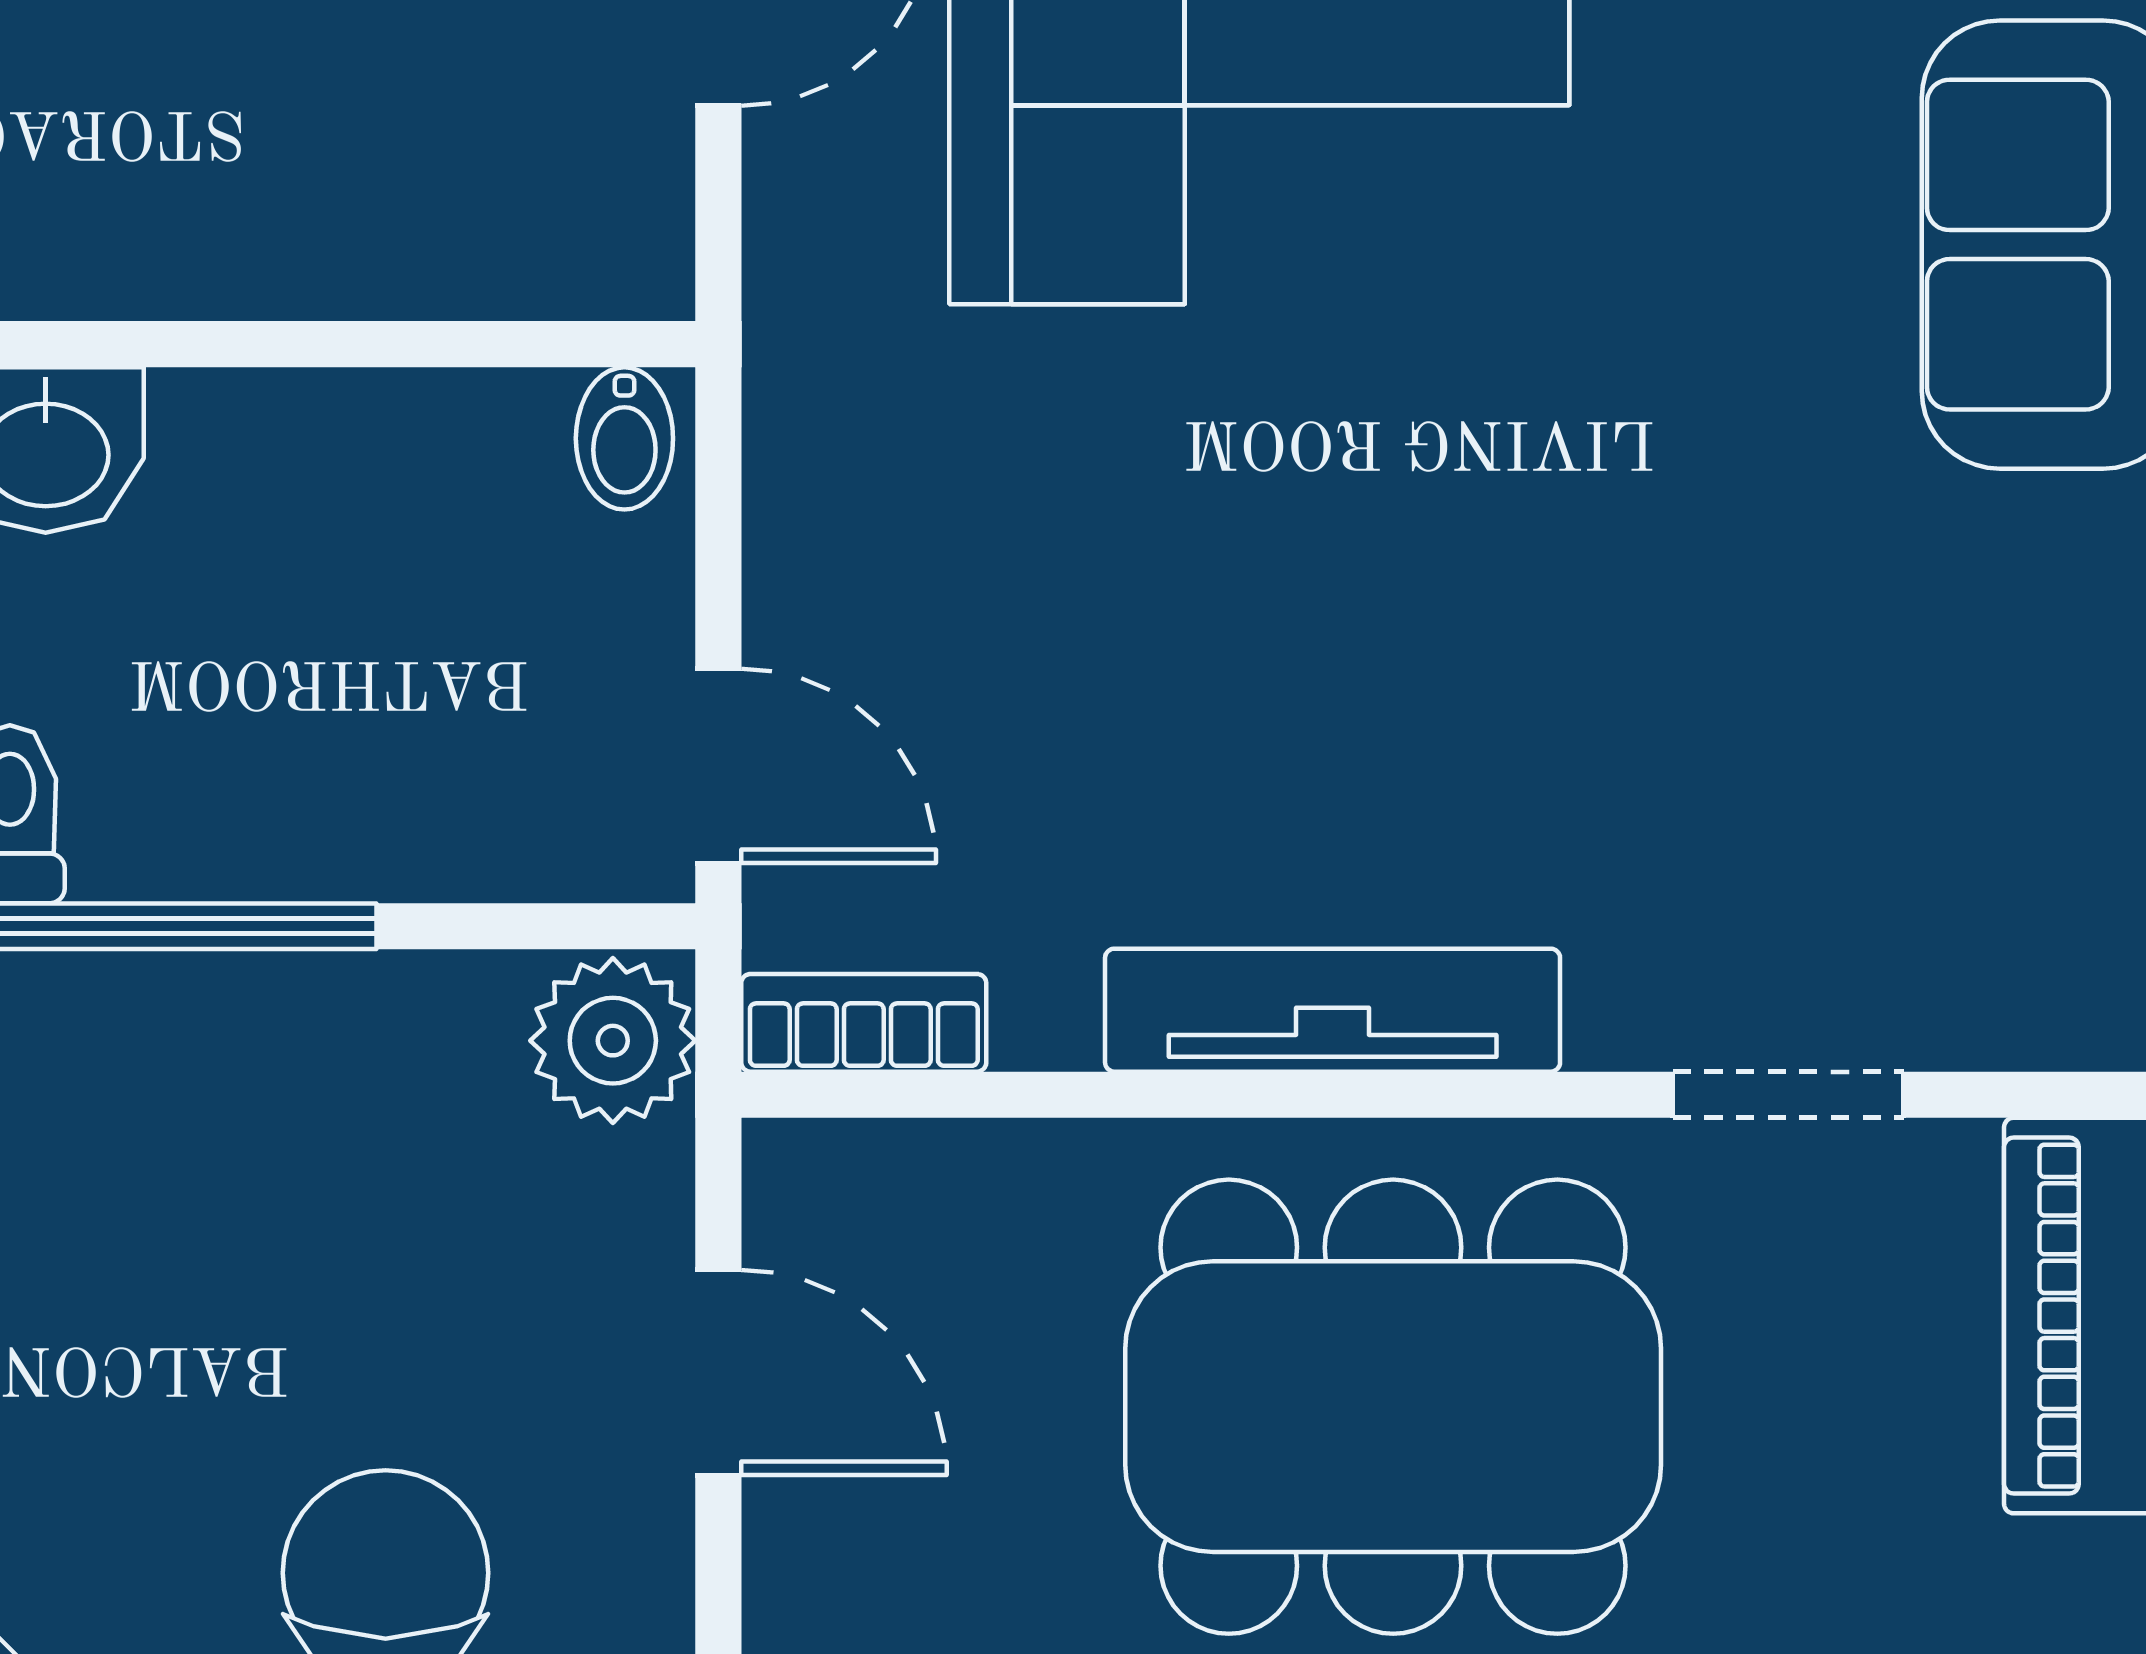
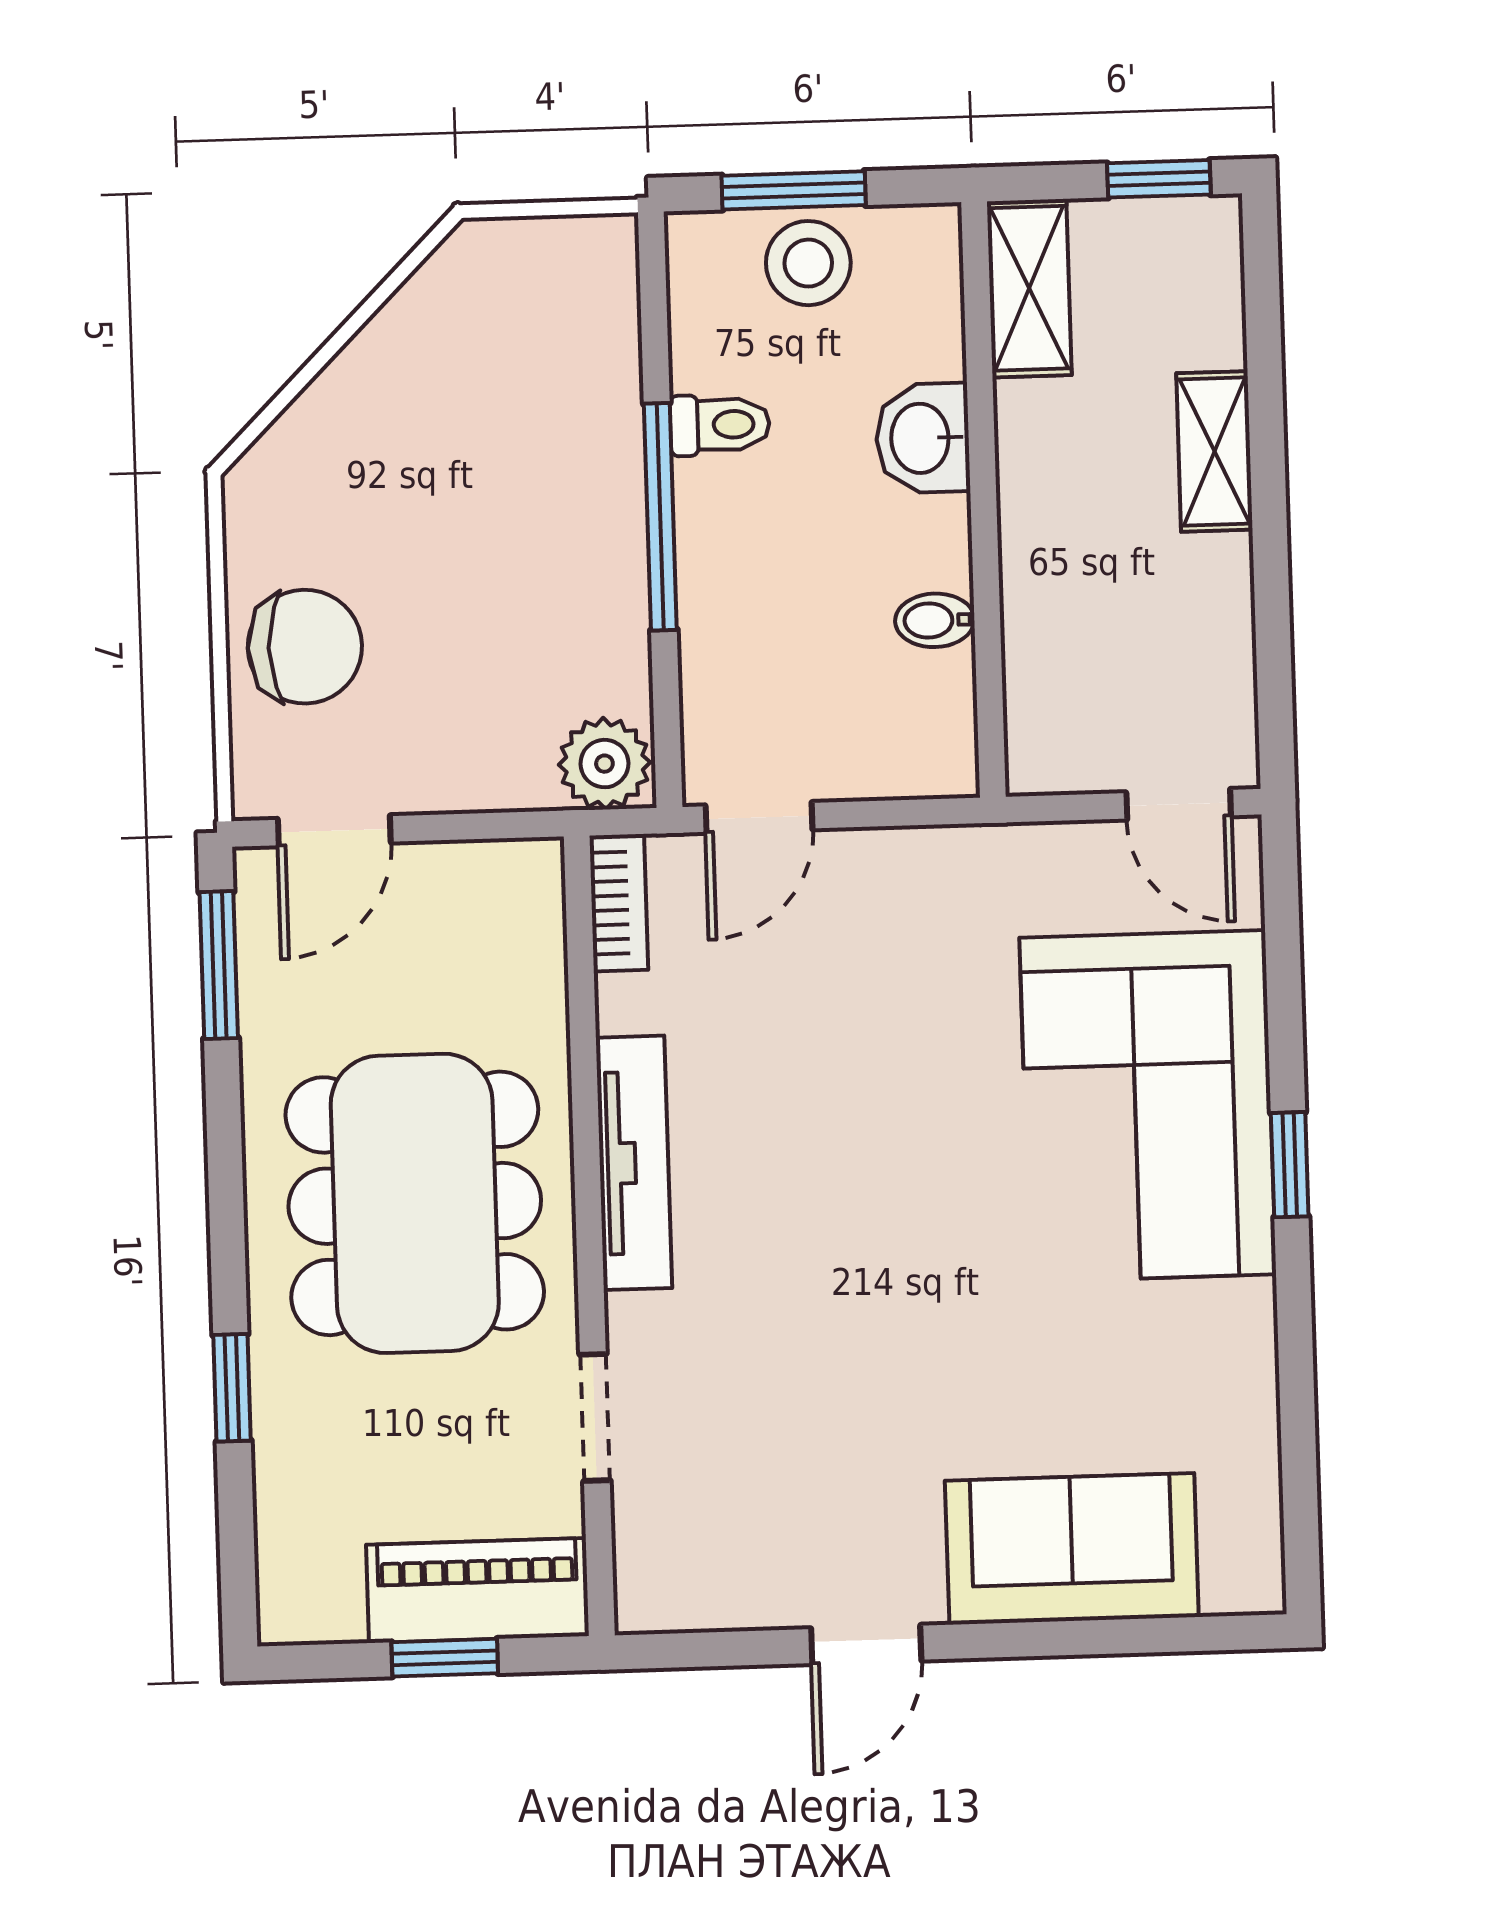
bidet: (624, 438) -> (935, 620), moved
door: (718, 1372) -> (334, 831), moved

